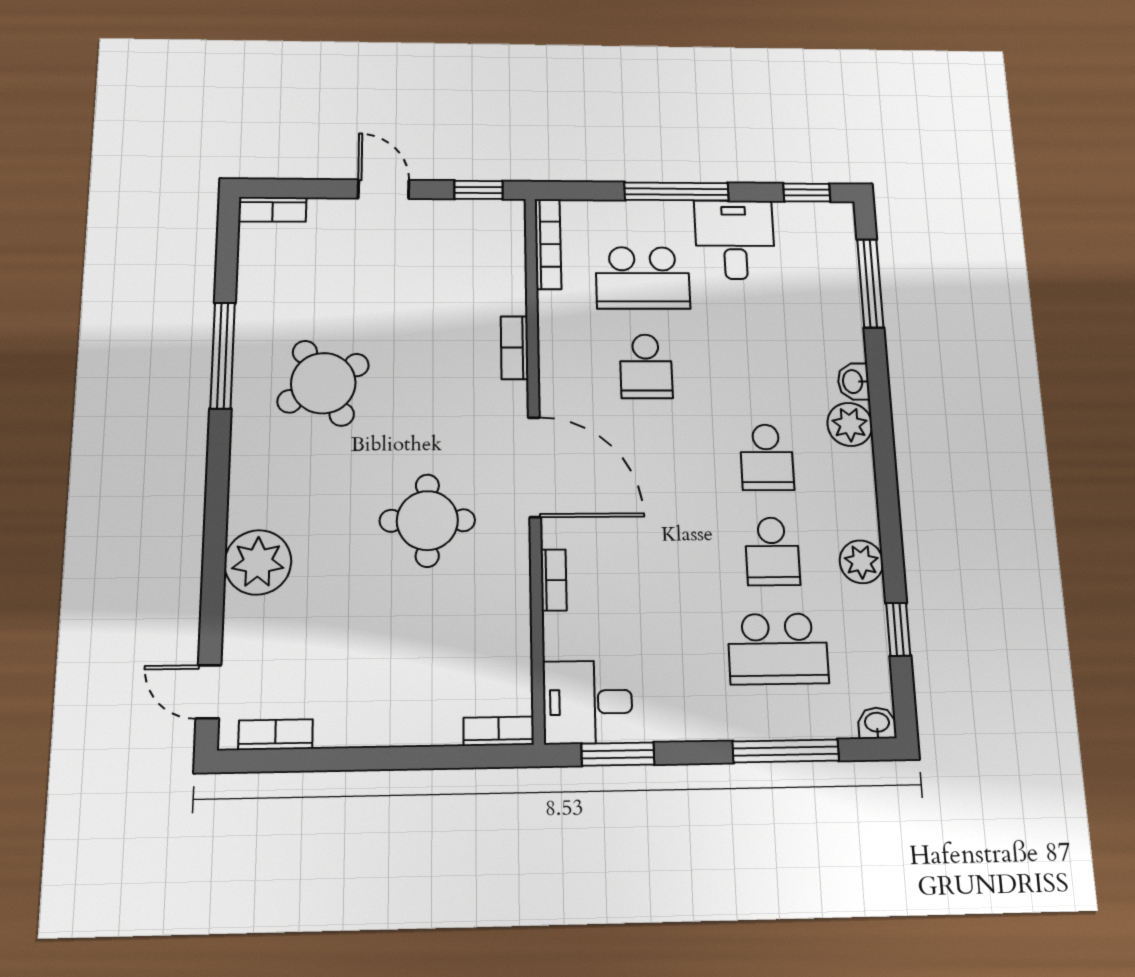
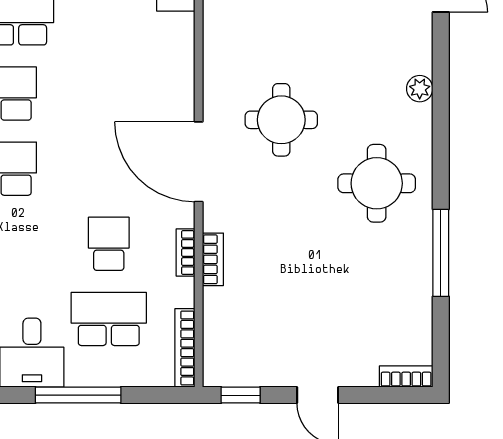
round table: (323, 383) -> (377, 183), moved, turned 30
plant: (258, 562) -> (420, 89), width x0.53, depth x0.53
bookcase: (554, 580) -> (185, 253), moved

